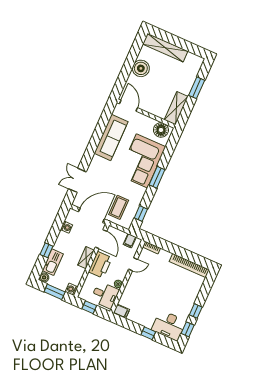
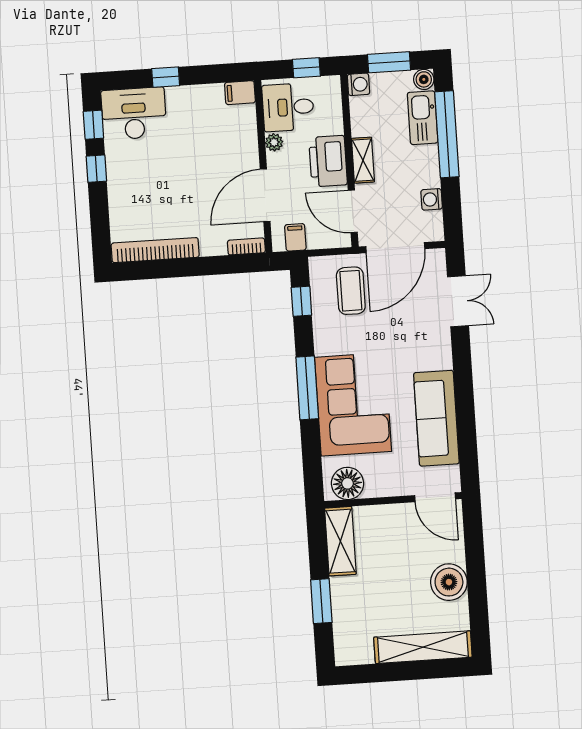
window: (157, 177) -> (307, 388), width x1.44
window: (46, 250) -> (447, 134), width x3.17
door: (133, 264) -> (265, 195), width x1.88

